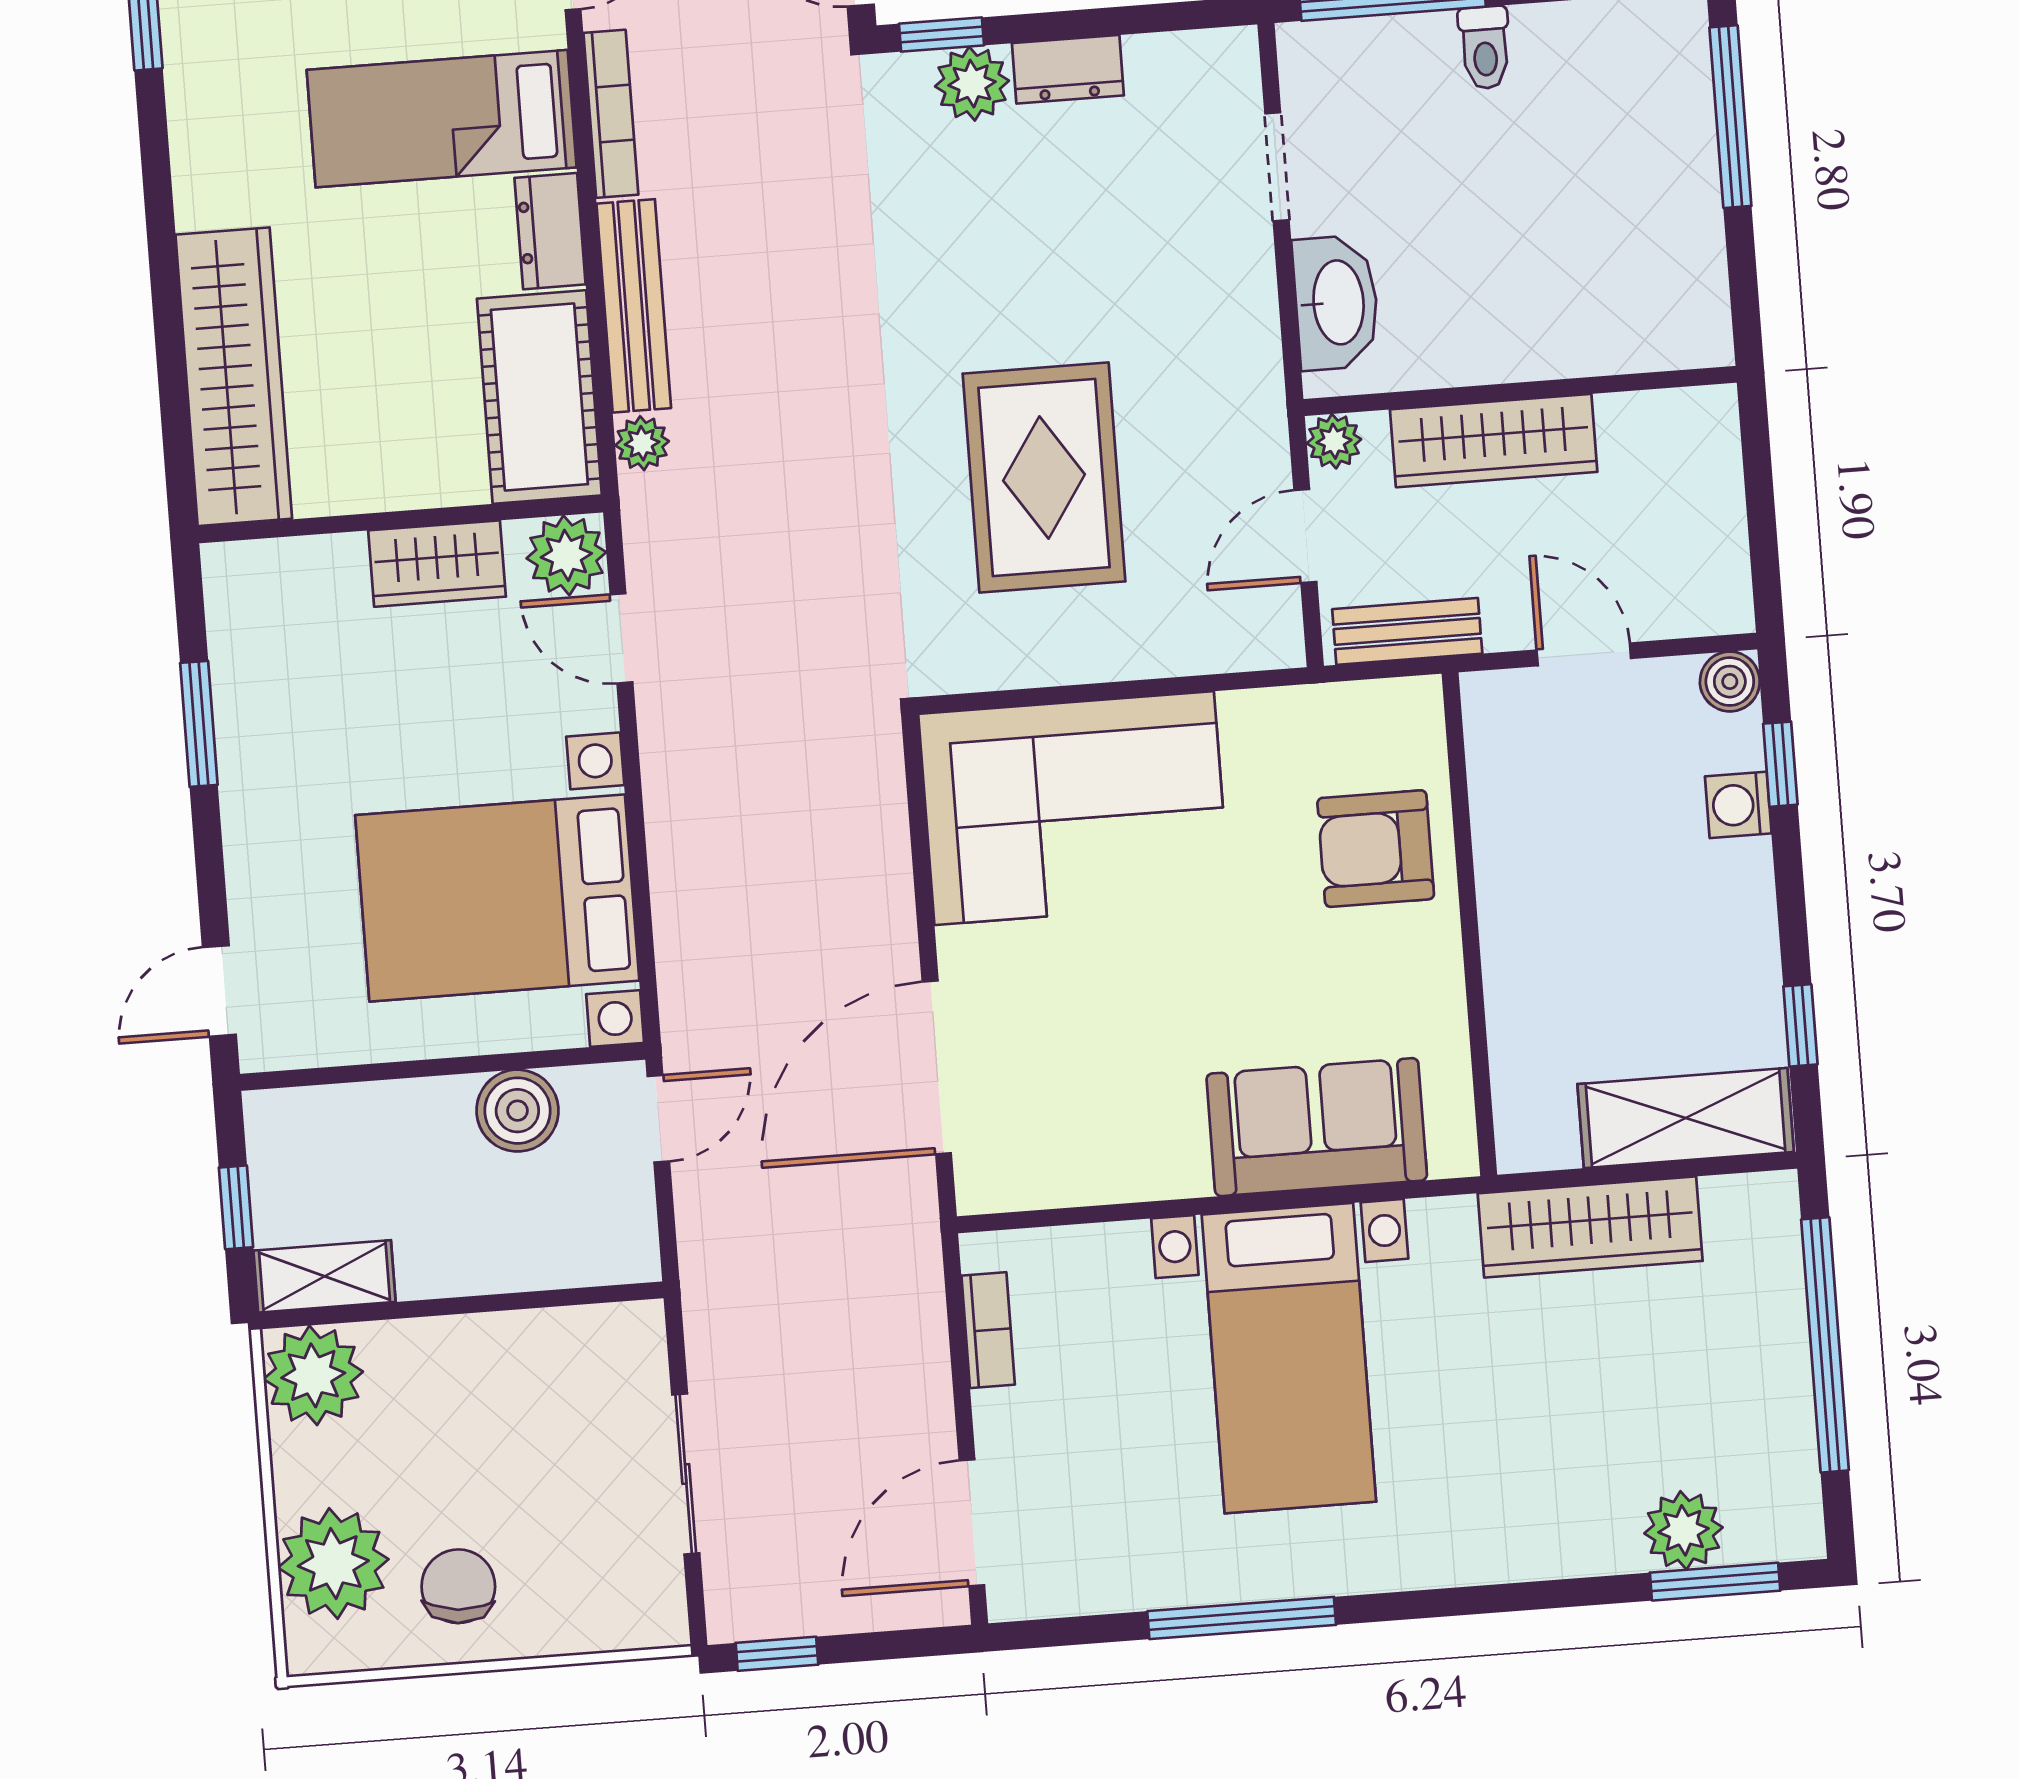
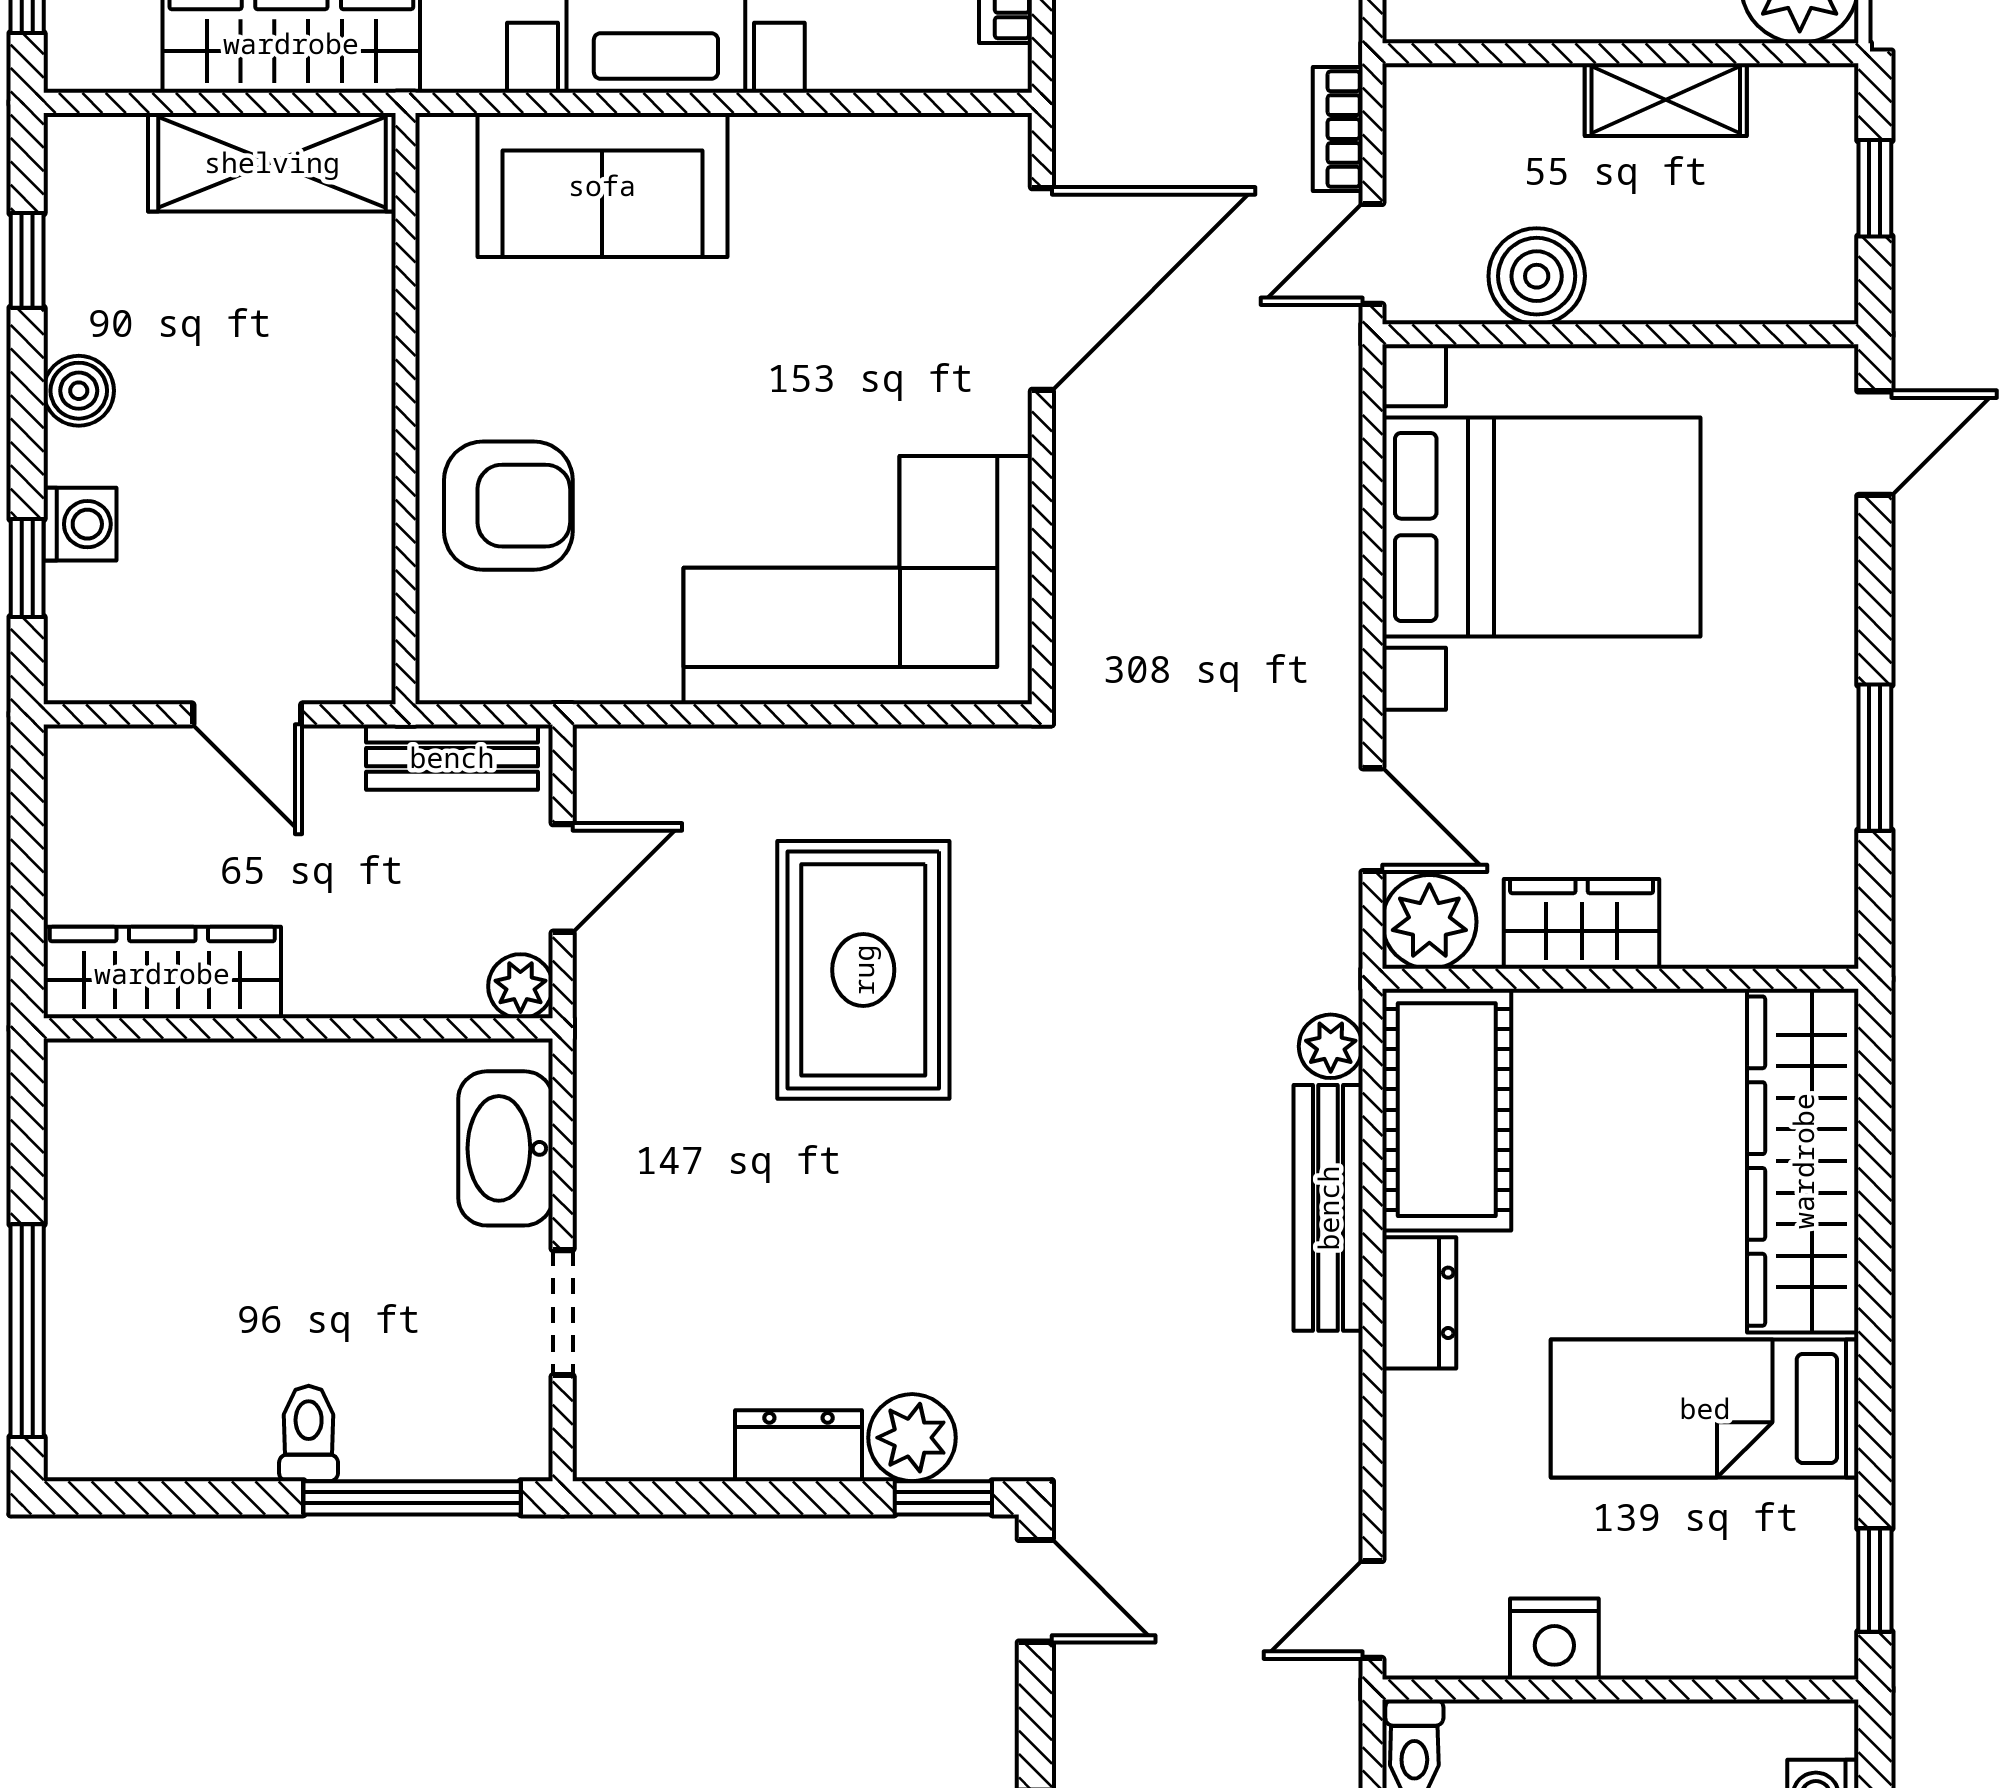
bookcase: (611, 114) -> (1338, 129), moved, width x0.64
bed: (442, 119) -> (1705, 1408), moved, turned 180
wardrobe: (1494, 441) -> (162, 973), moved
boiler: (1730, 682) -> (79, 391), moved
shelving: (1686, 1118) -> (272, 162), moved
shelving: (325, 1276) -> (1666, 100), moved

